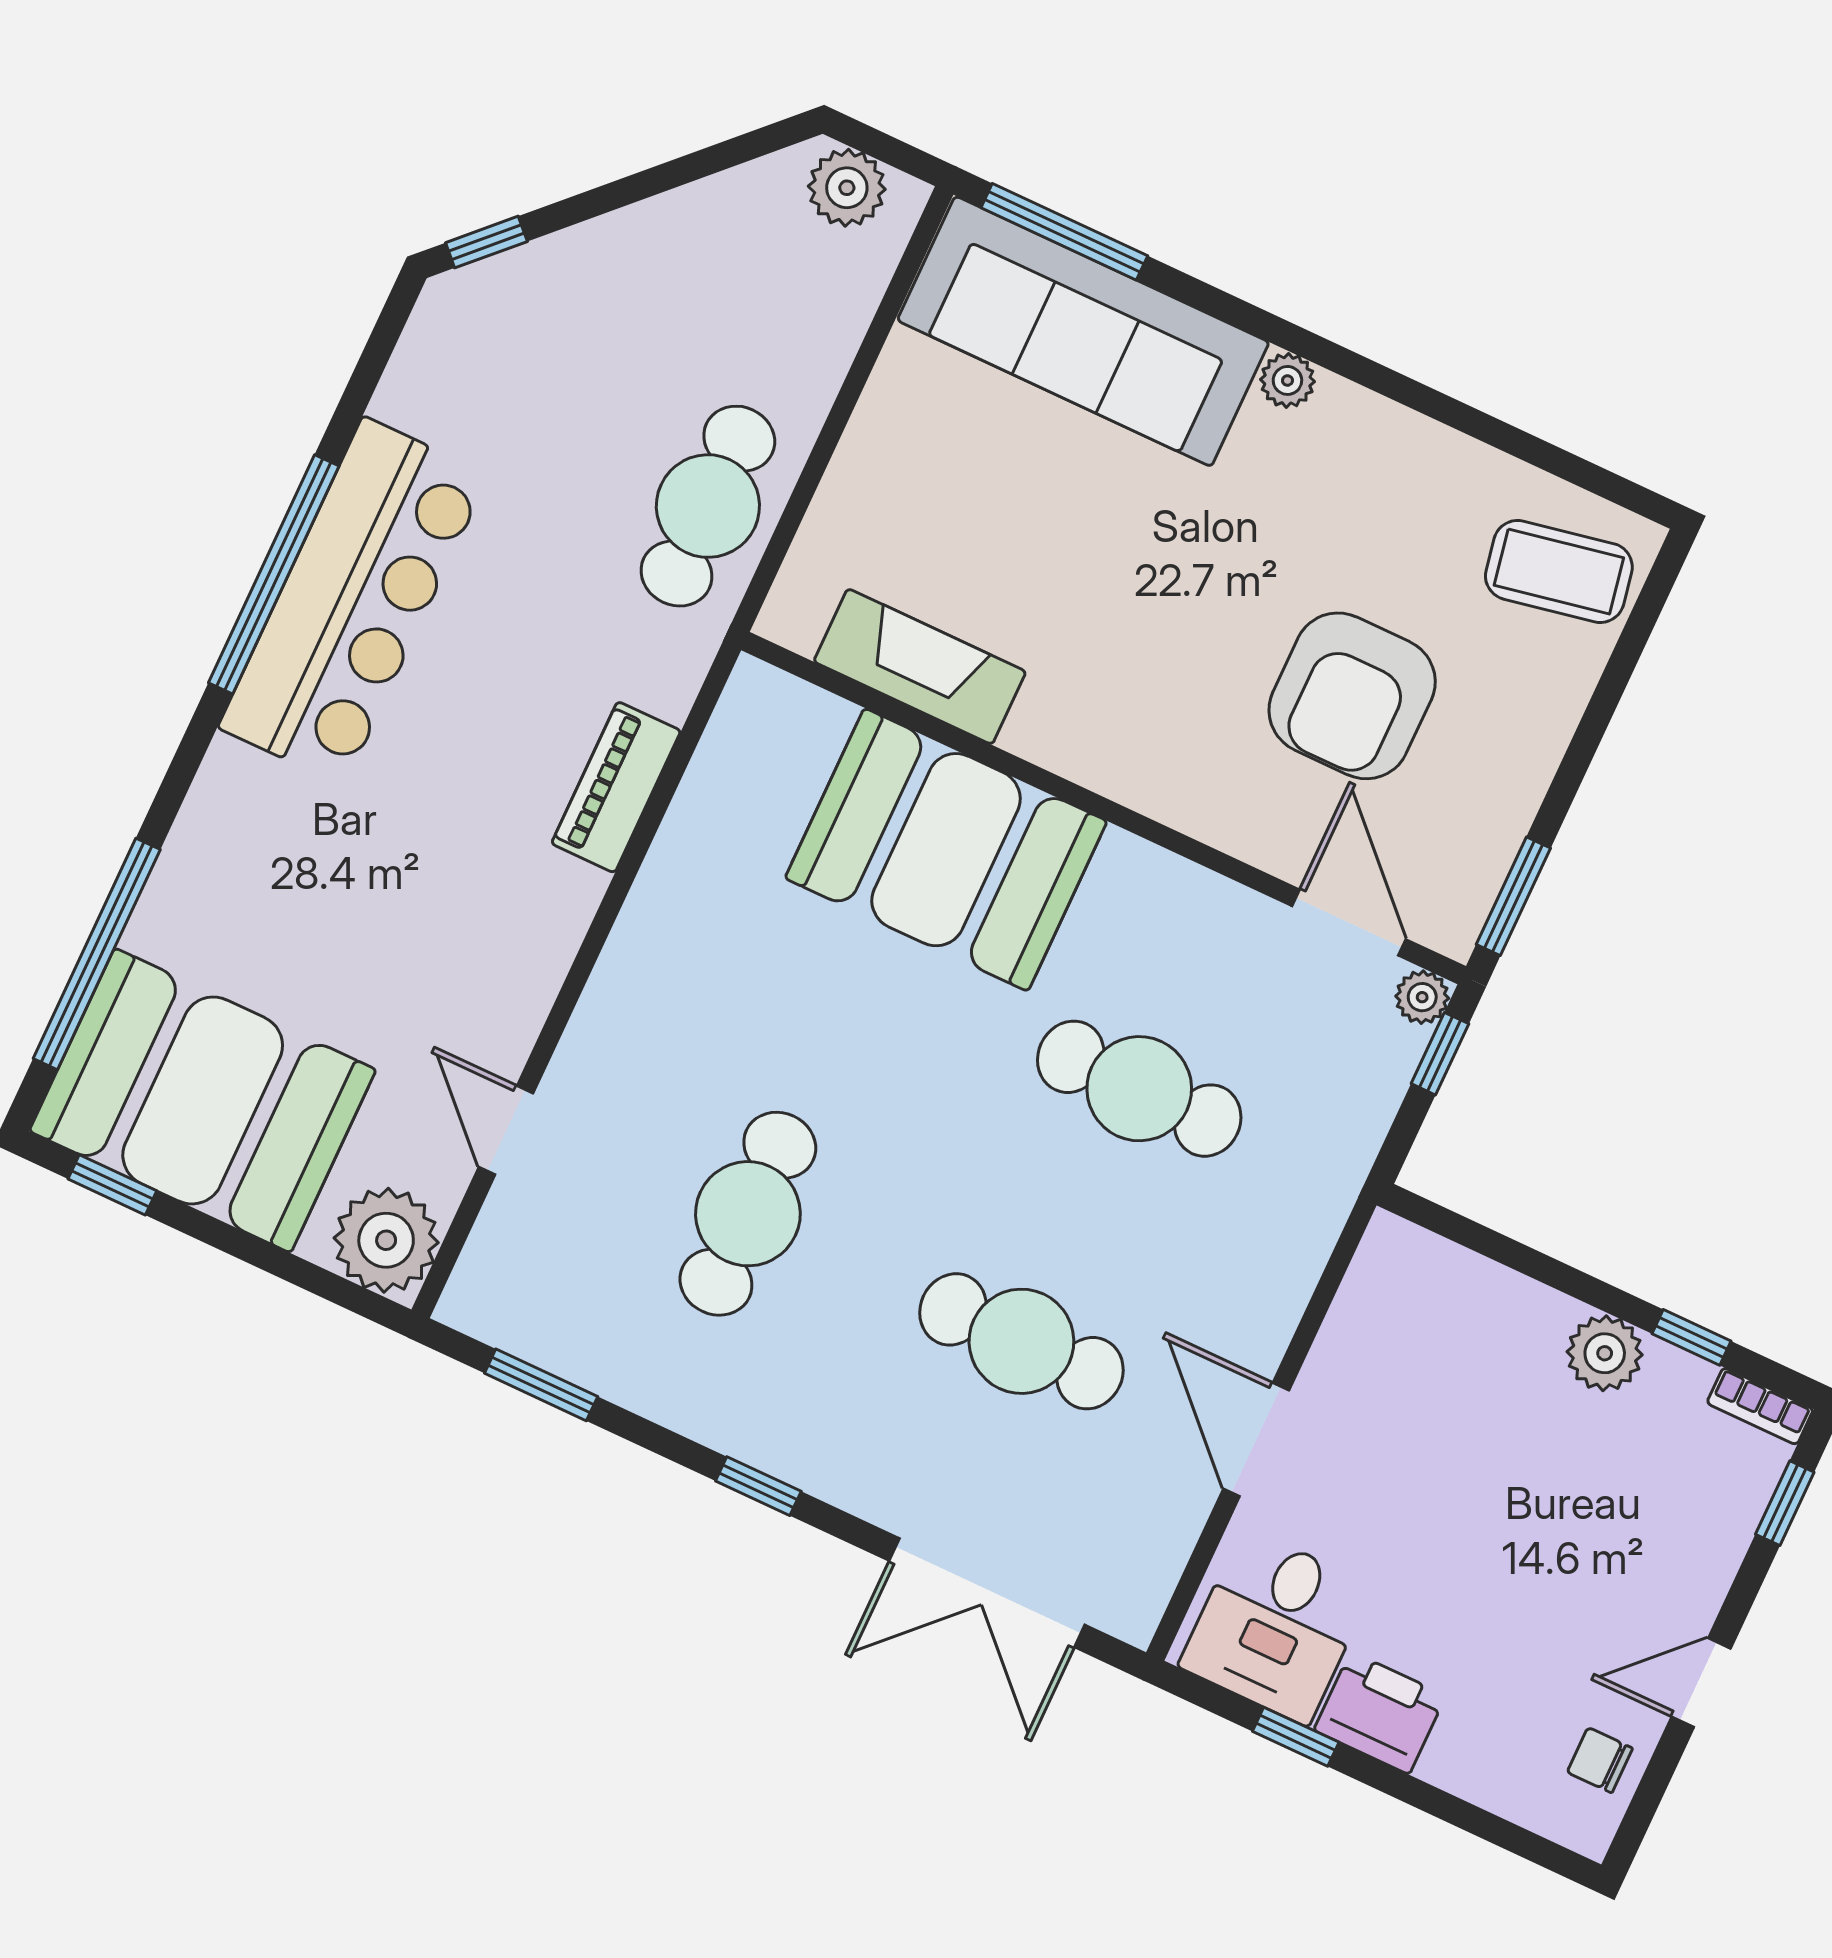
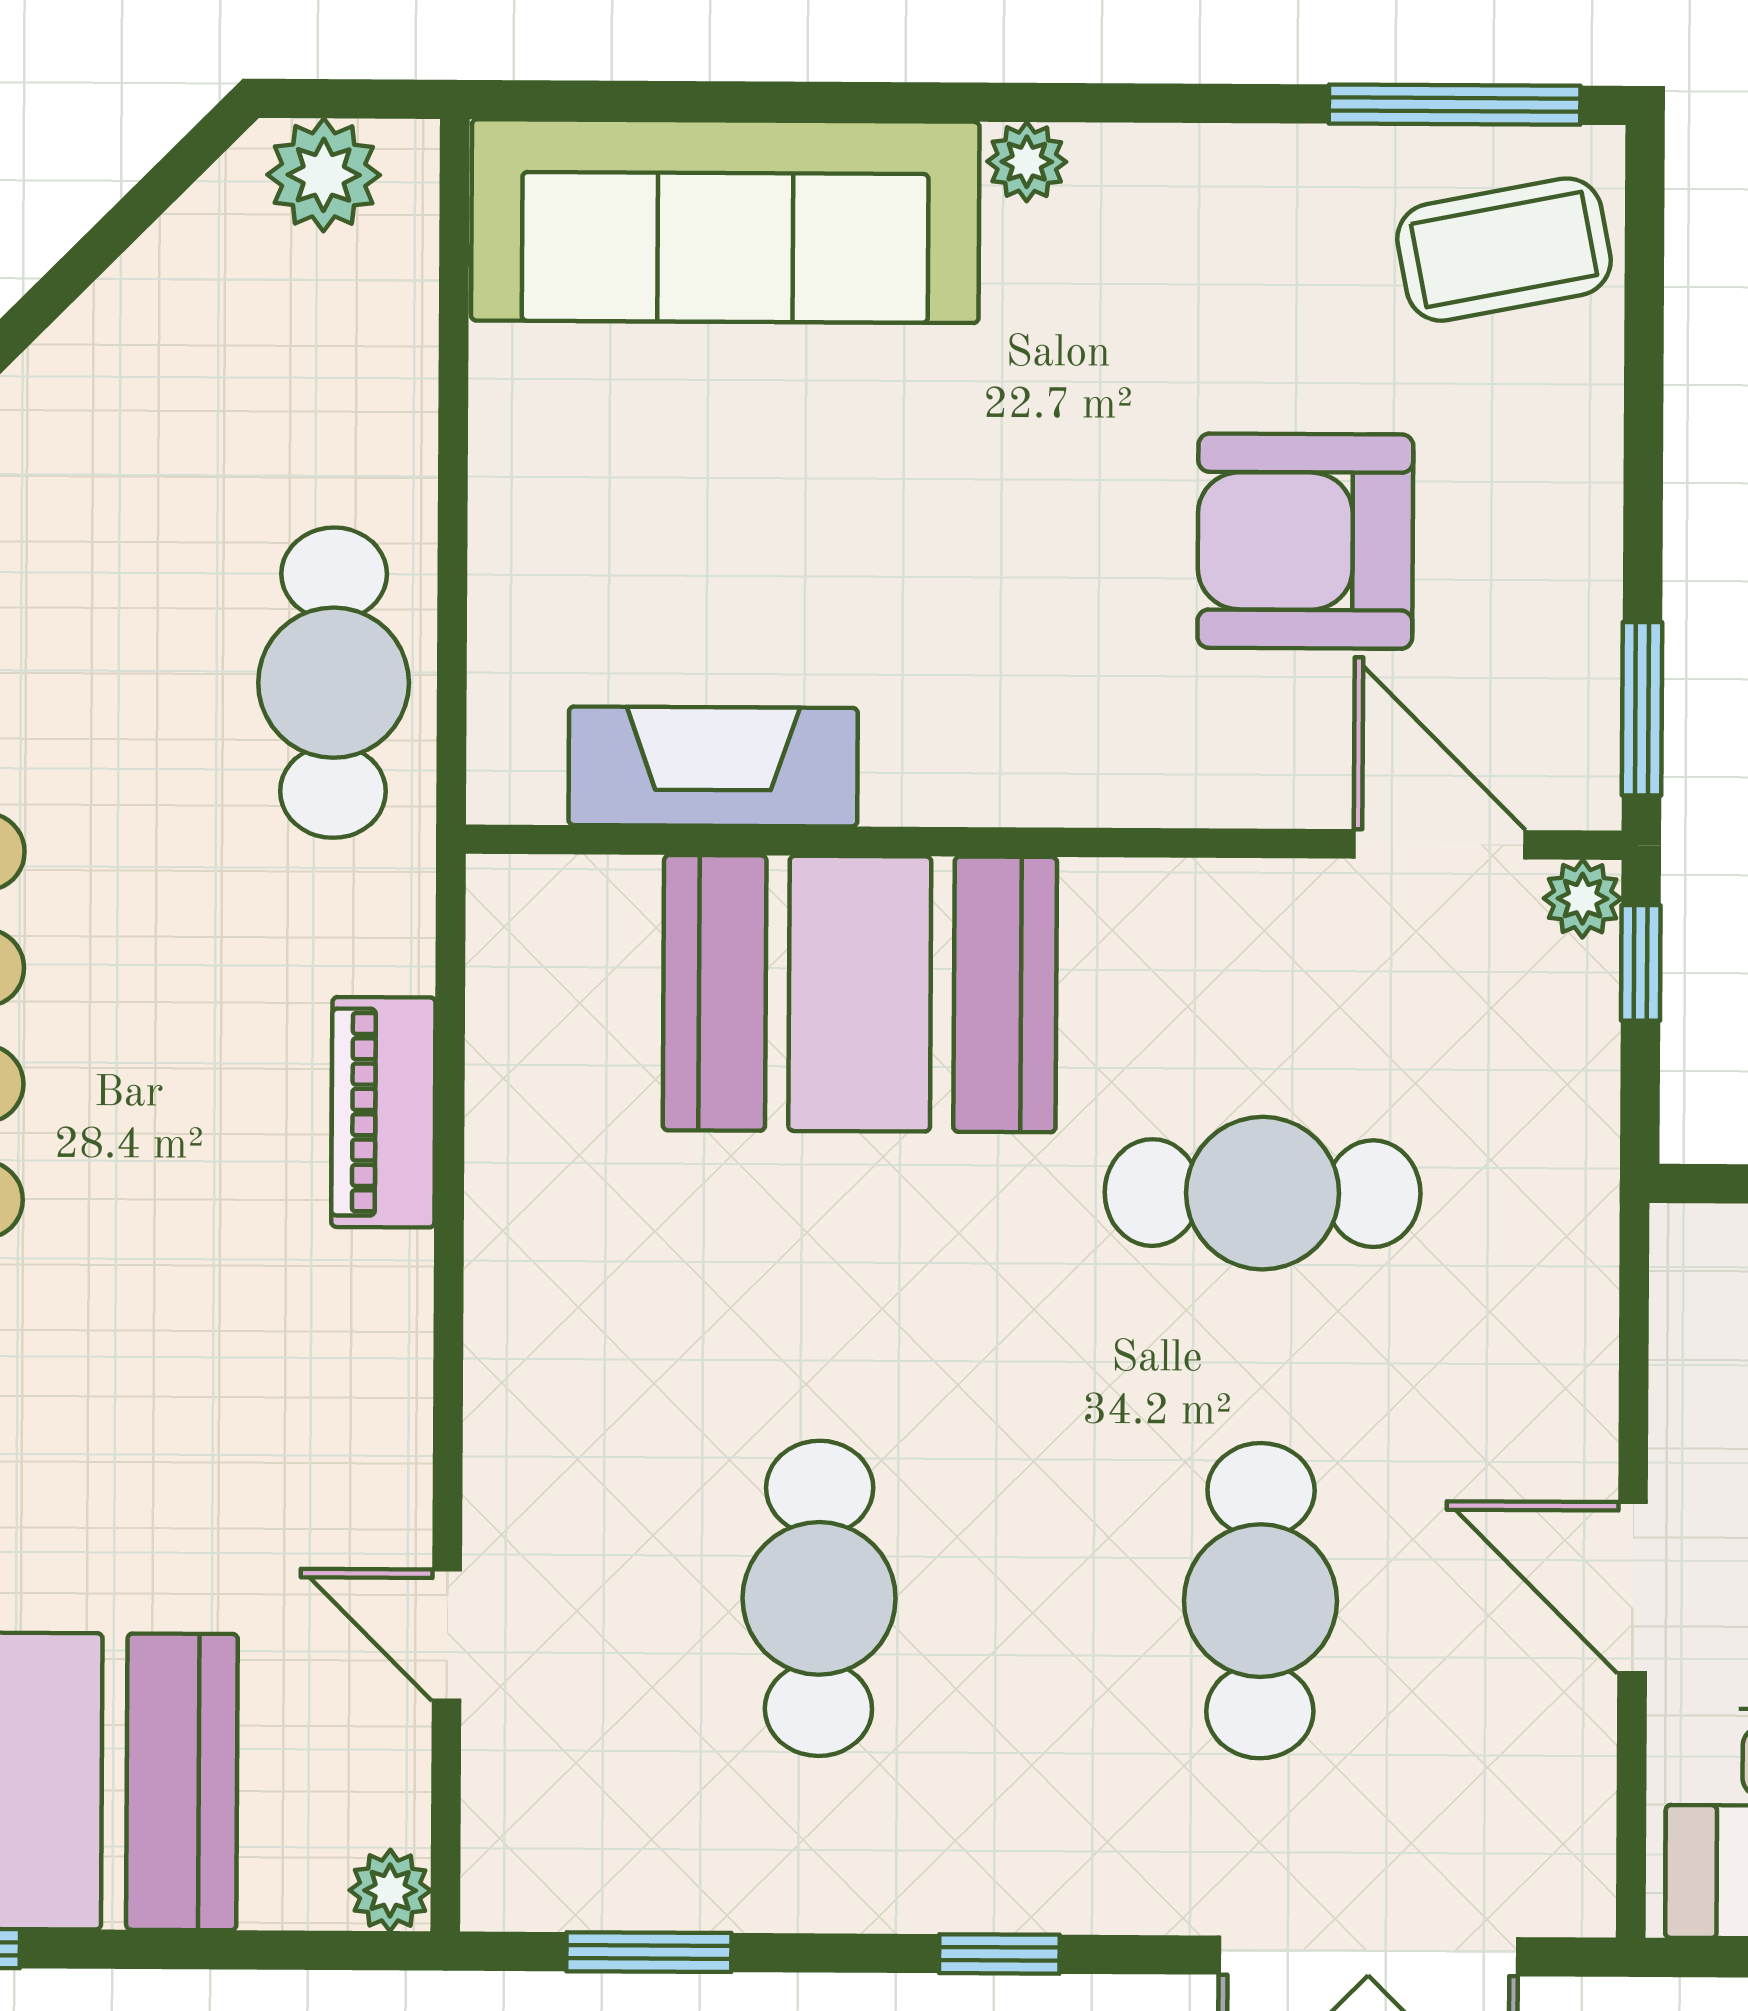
window: (1064, 232) -> (1455, 105), moved
armchair: (1352, 696) -> (1305, 541), turned 90
plant: (386, 1240) -> (390, 1890), width x0.53, depth x0.53
cafe table: (1021, 1341) -> (1260, 1601), turned 90

